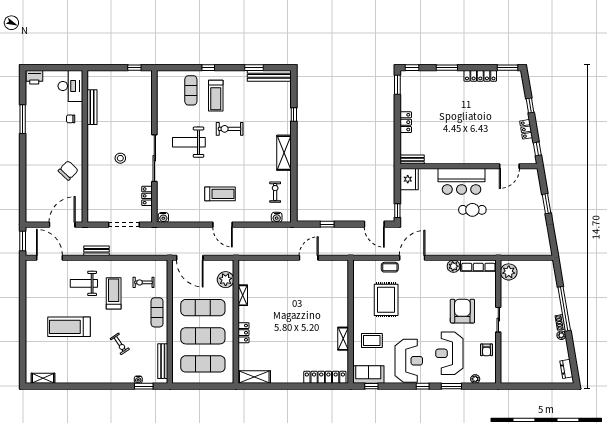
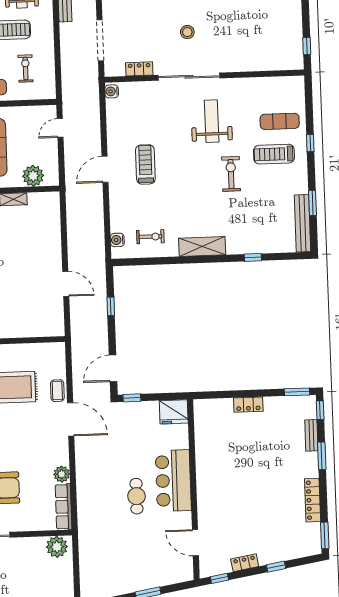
bench: (412, 160) -> (311, 435), moved
treadmill: (220, 194) -> (145, 164), turned 180
door: (190, 258) -> (60, 128), width x0.53

